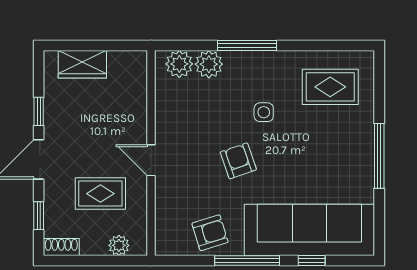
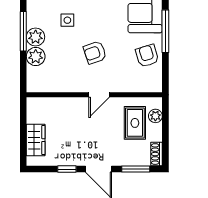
plant: (179, 64) -> (36, 37), moved
armchair: (238, 161) -> (95, 53), moved
rug: (100, 194) -> (135, 123), moved
window: (39, 216) -> (136, 169), width x1.50

